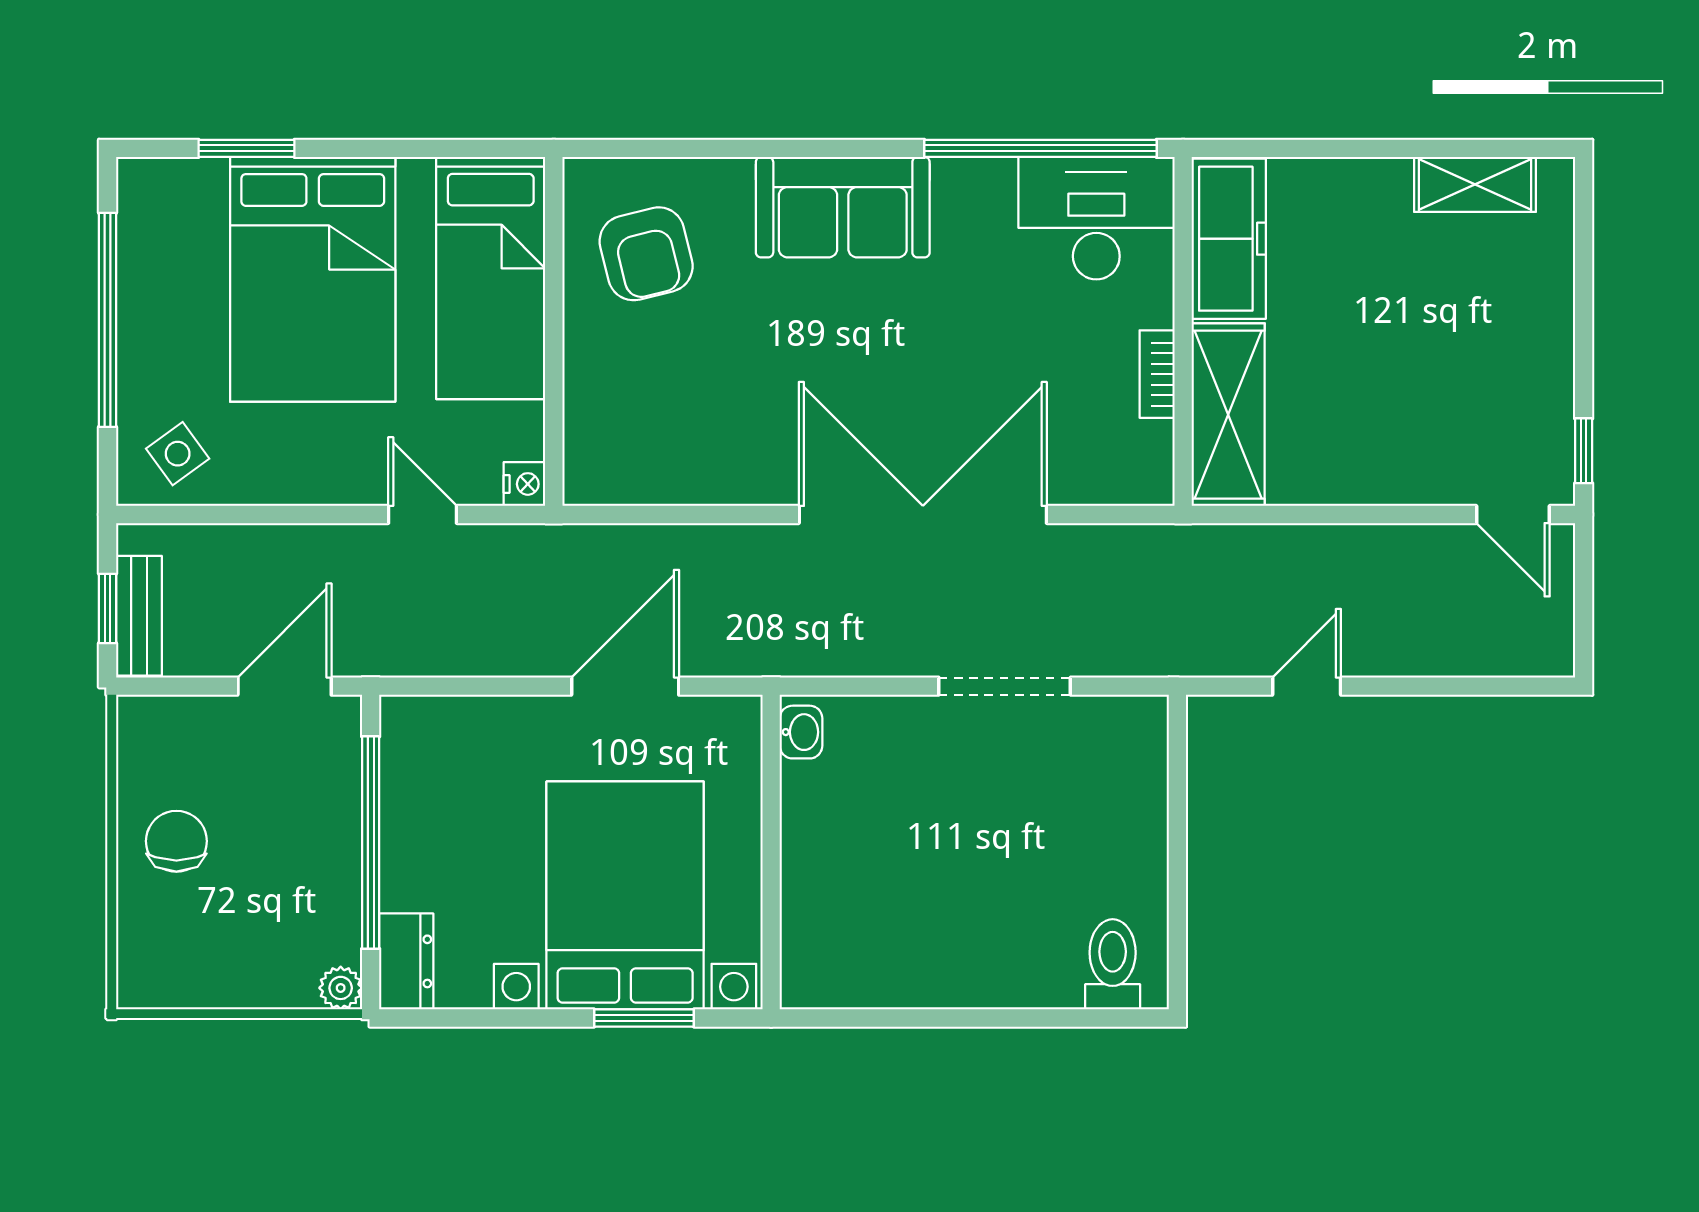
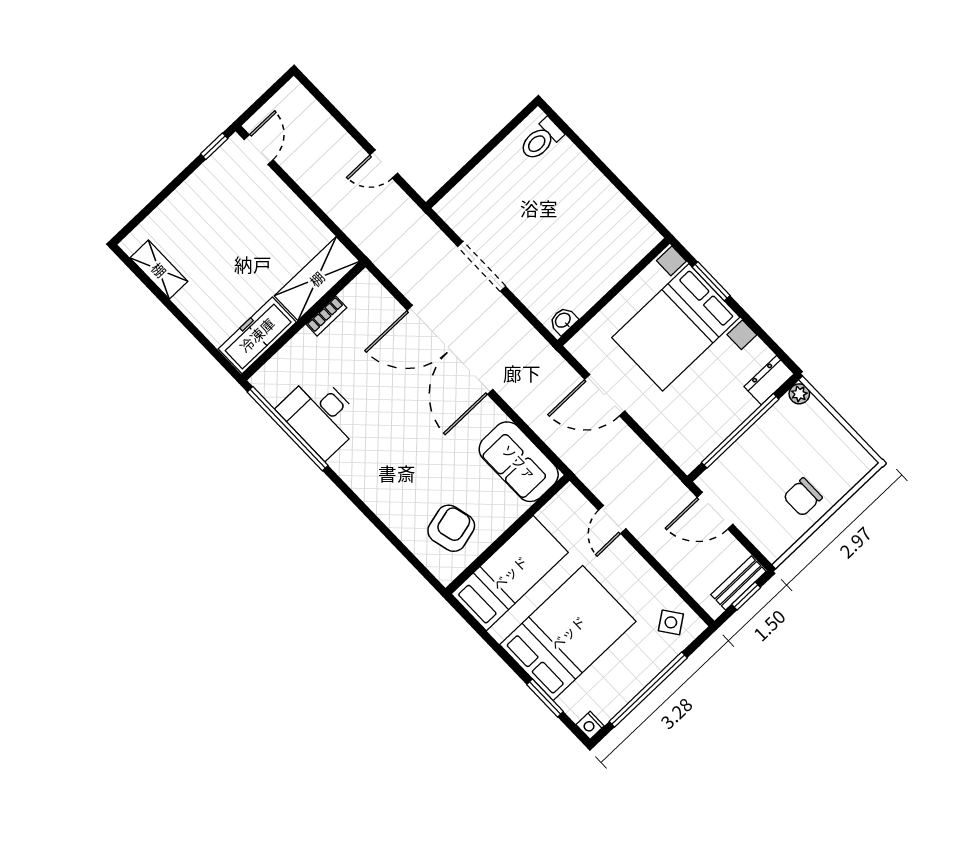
sofa: (843, 207) -> (519, 462), moved, turned 180
desk: (1096, 218) -> (320, 416), moved
nightstand: (524, 484) -> (590, 725), moved, turned -90

